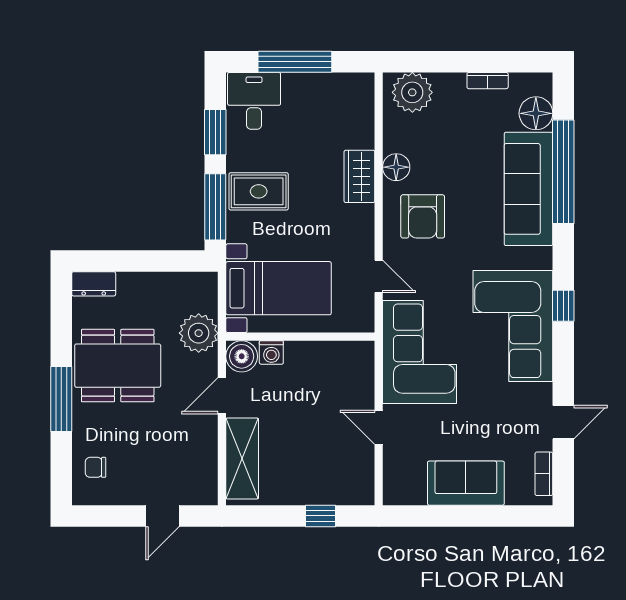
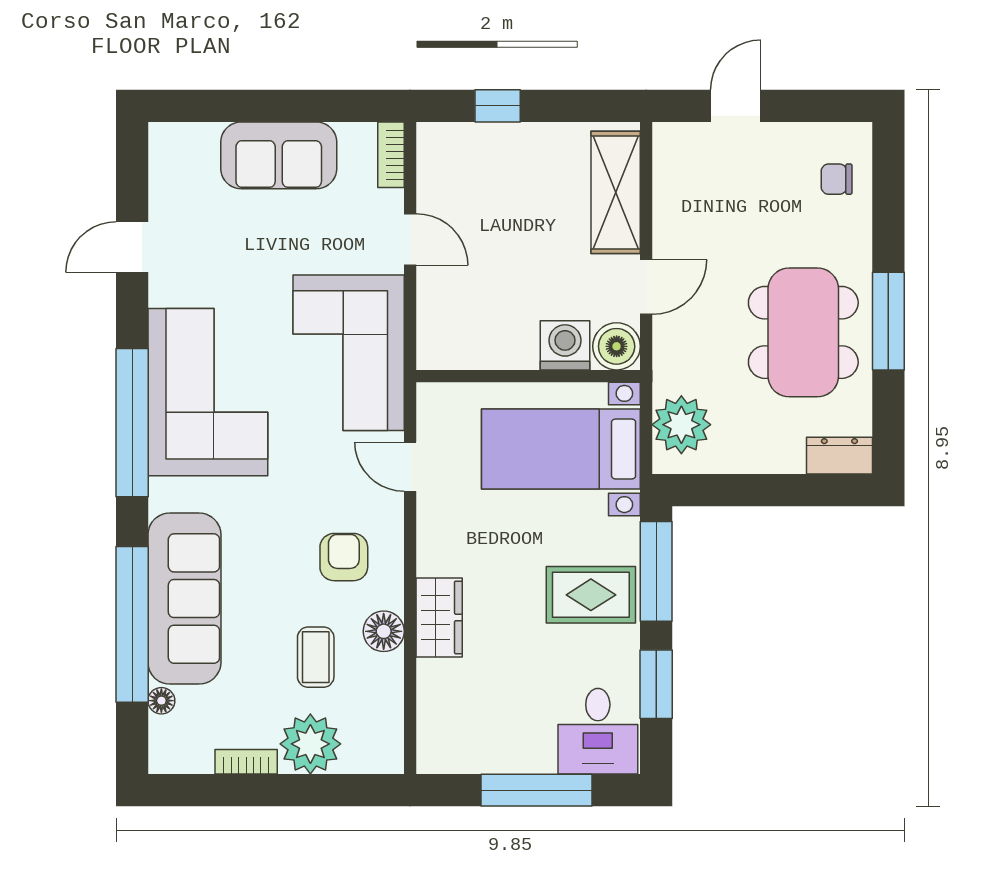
plant: (412, 92) -> (310, 744), moved
floor lamp: (536, 113) -> (161, 701), width x0.53, depth x0.53
coffee table: (441, 150) -> (316, 657), added
armchair: (423, 216) -> (344, 557), width x0.72, depth x0.72
window: (563, 306) -> (132, 423), width x3.17
plant: (199, 333) -> (681, 425), moved
washing machine: (271, 352) -> (565, 345), width x1.38, depth x1.38
dining table: (118, 366) -> (803, 332), turned 90
window: (61, 399) -> (888, 321), moved
chair: (96, 467) -> (837, 179), turned 180
bookcase: (544, 474) -> (391, 155), moved, turned 180

